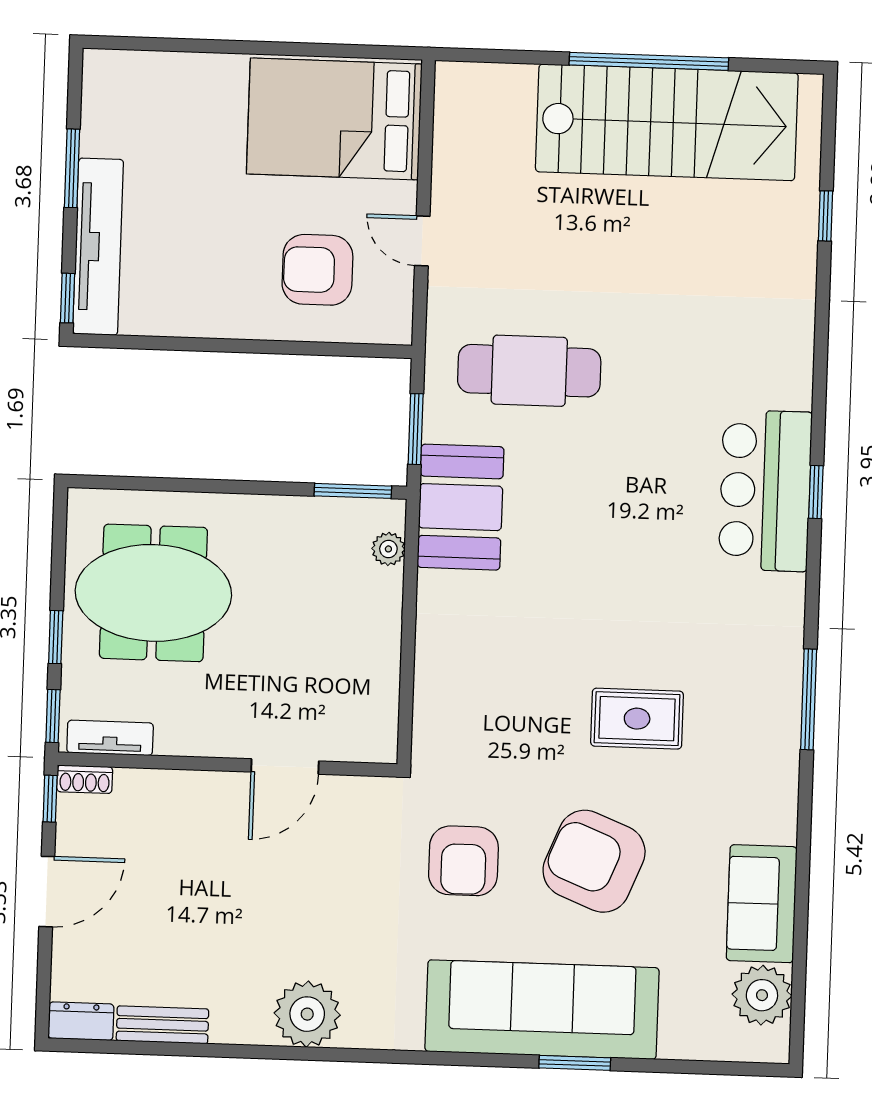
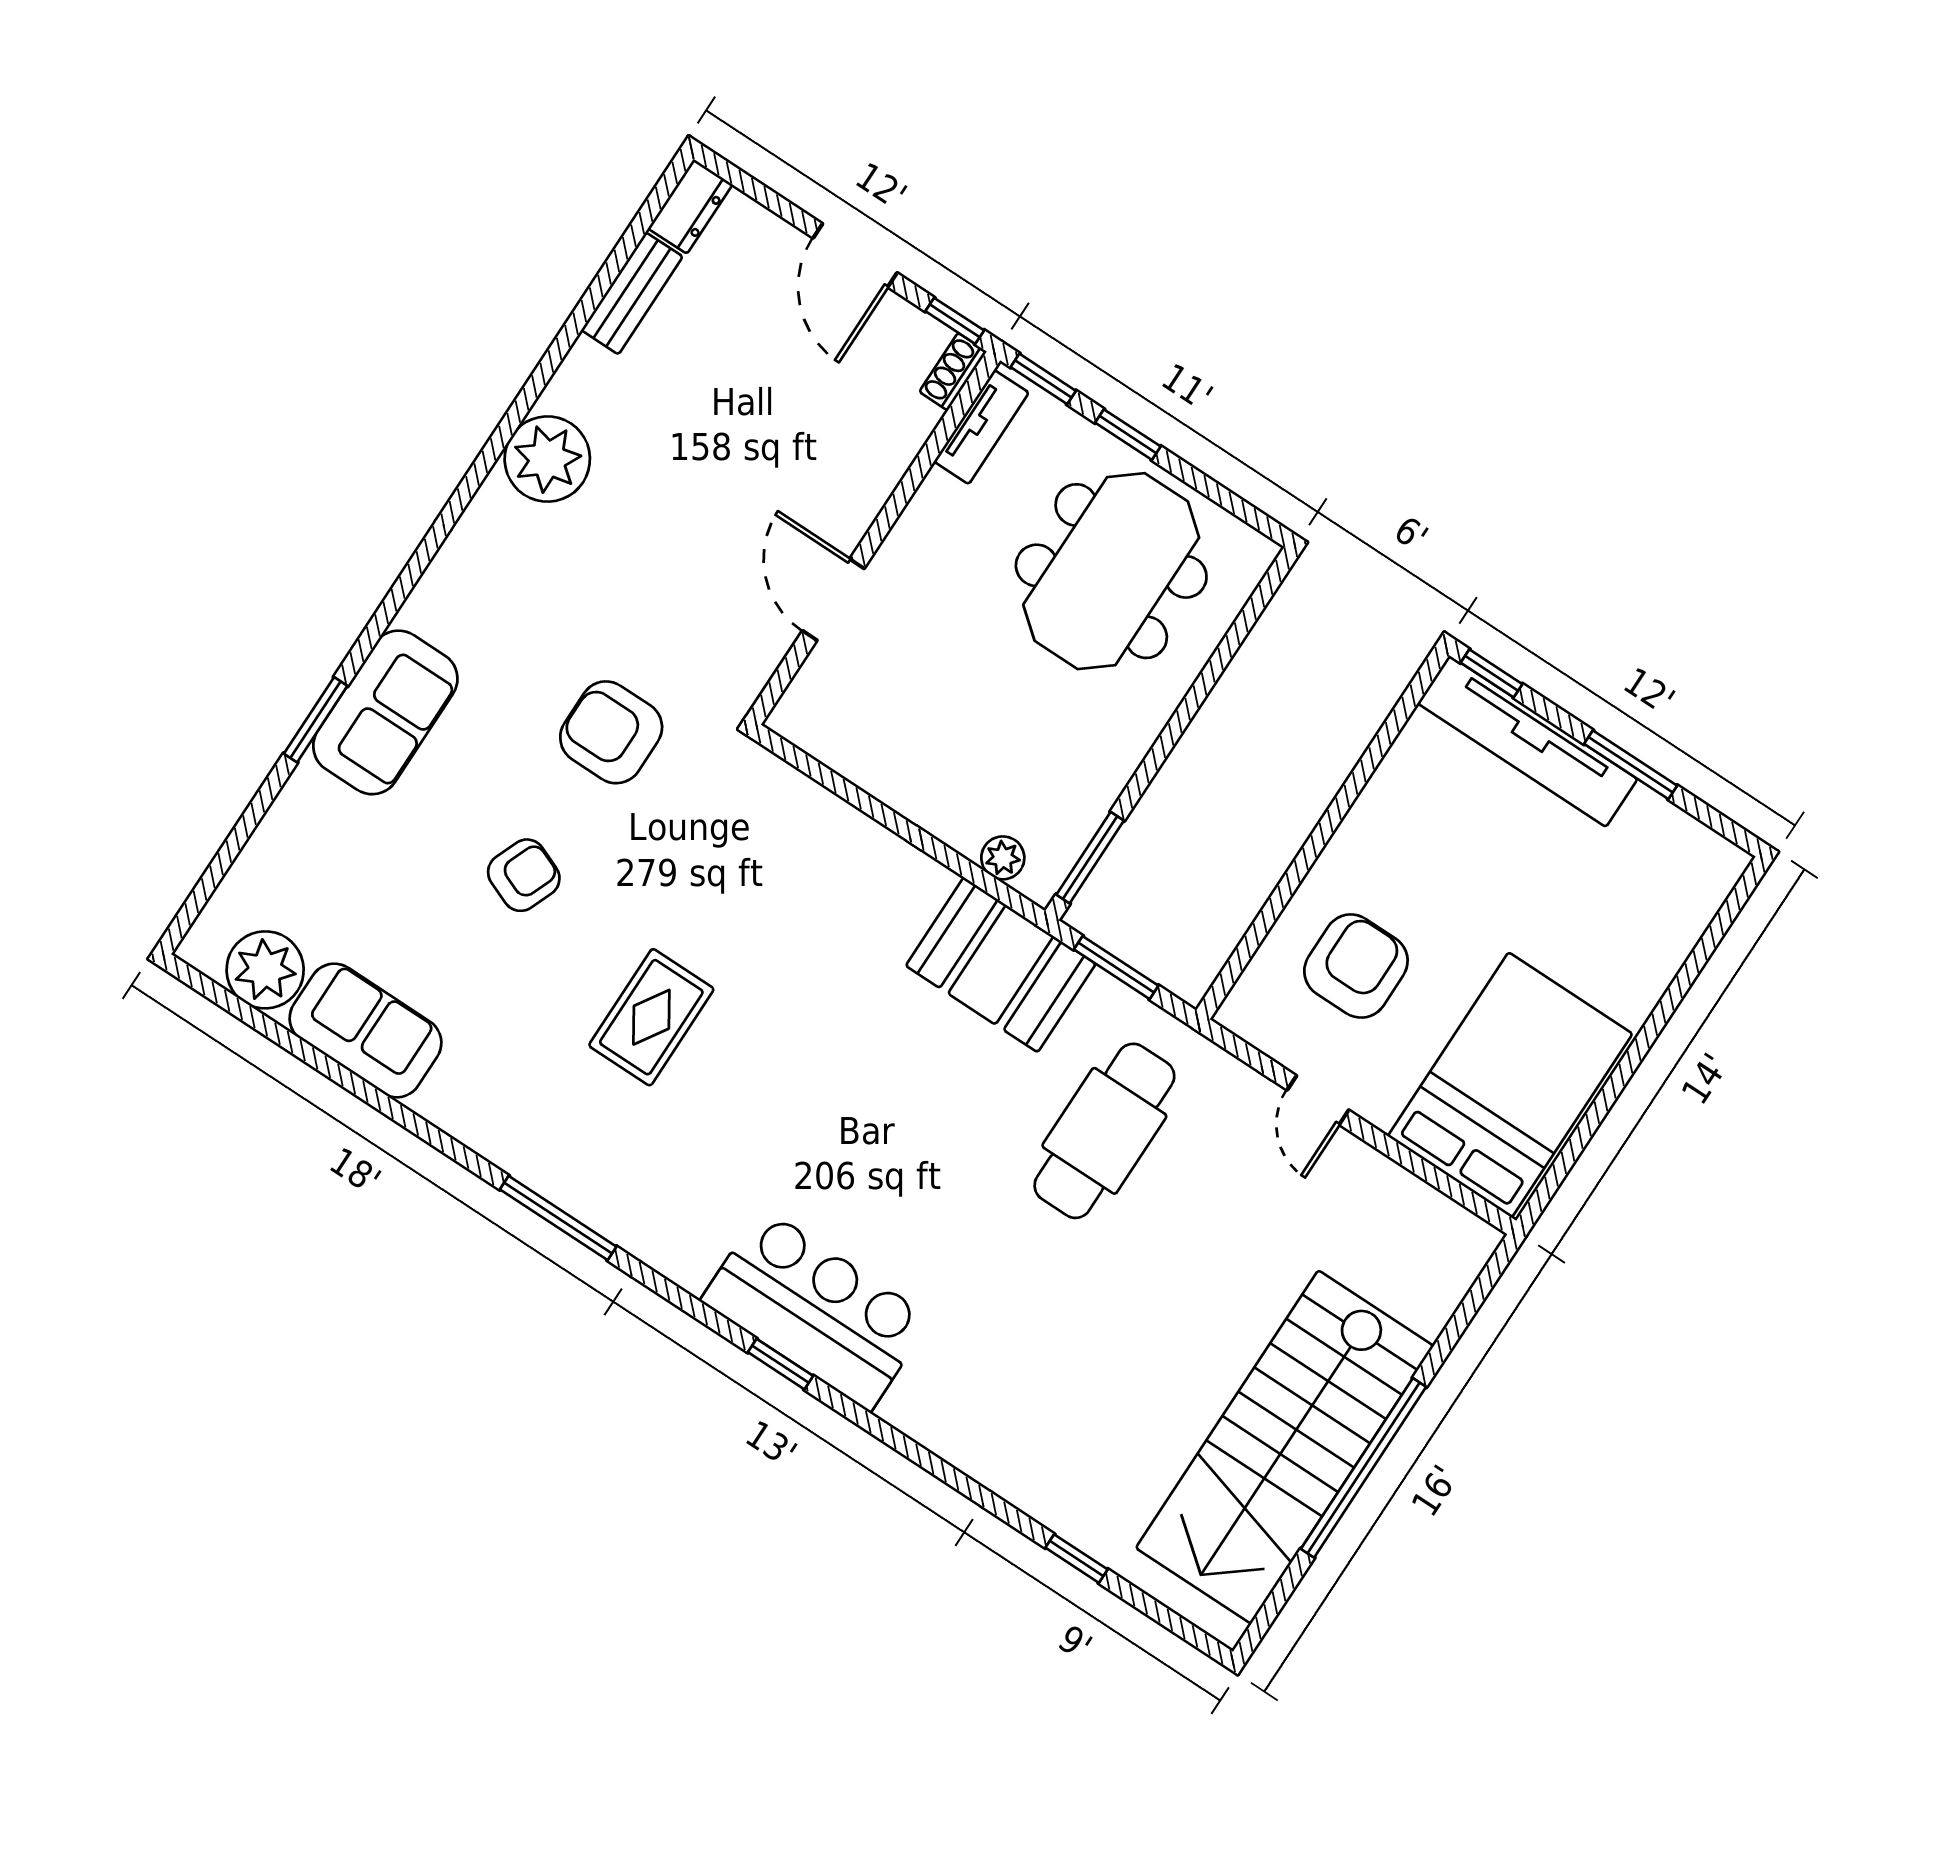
door: (422, 241) -> (1318, 1100), swing flipped
armchair: (594, 861) -> (524, 875), width x0.53, depth x0.53
sofa: (542, 1010) -> (385, 712), width x0.54, depth x0.79

